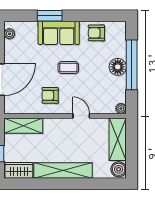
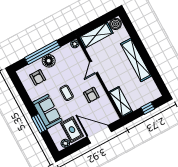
armchair: (96, 33) -> (38, 77), moved
rug: (21, 50) -> (72, 130), added
wardrobe: (19, 170) -> (151, 89), removed

